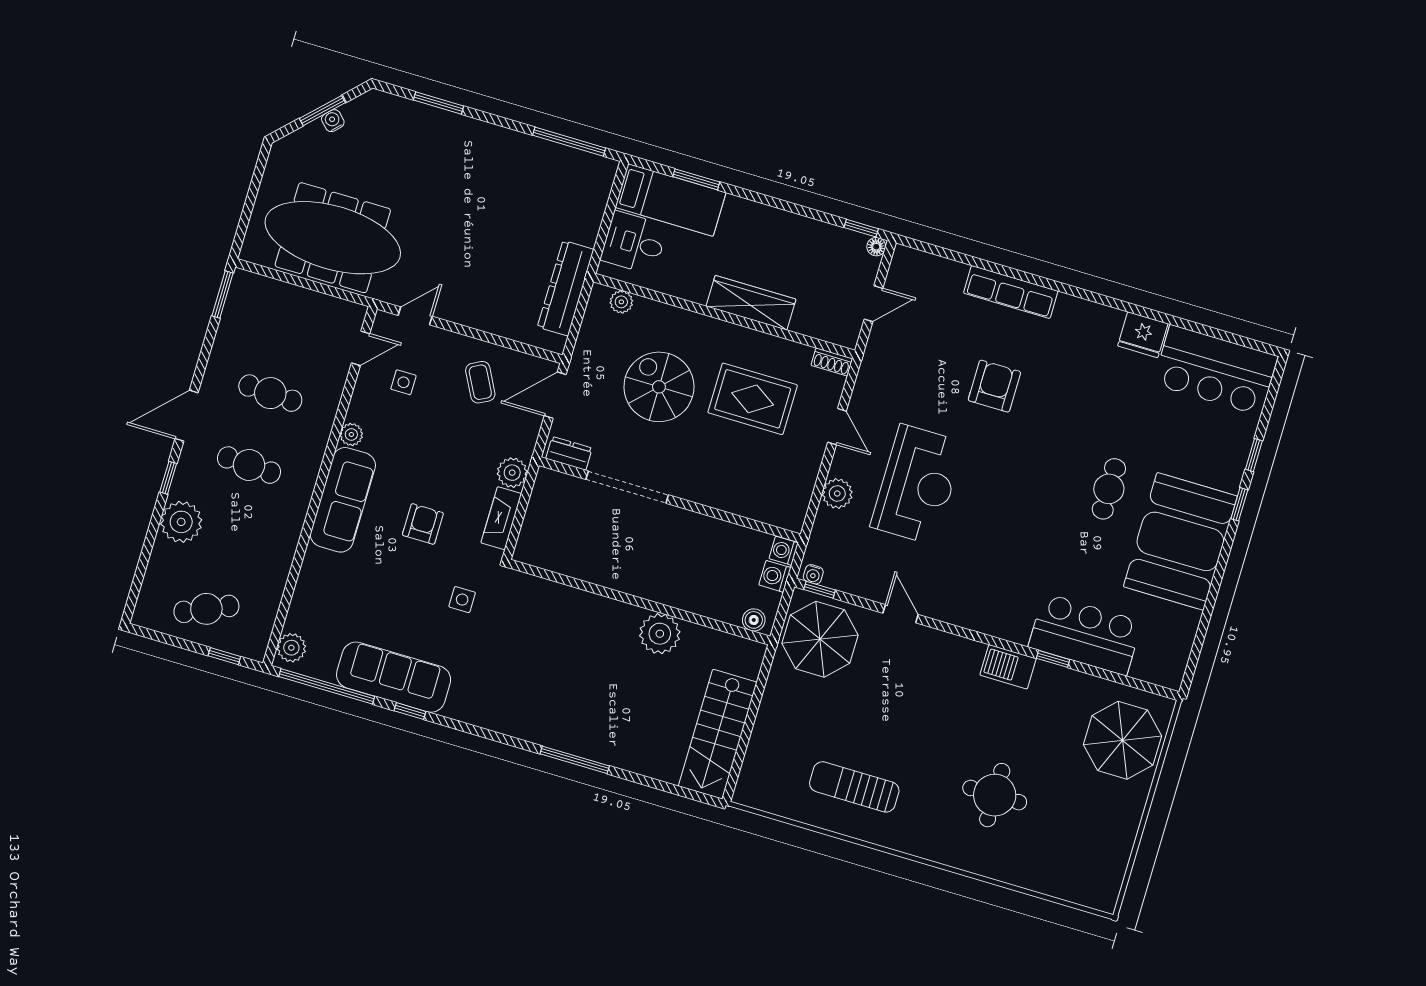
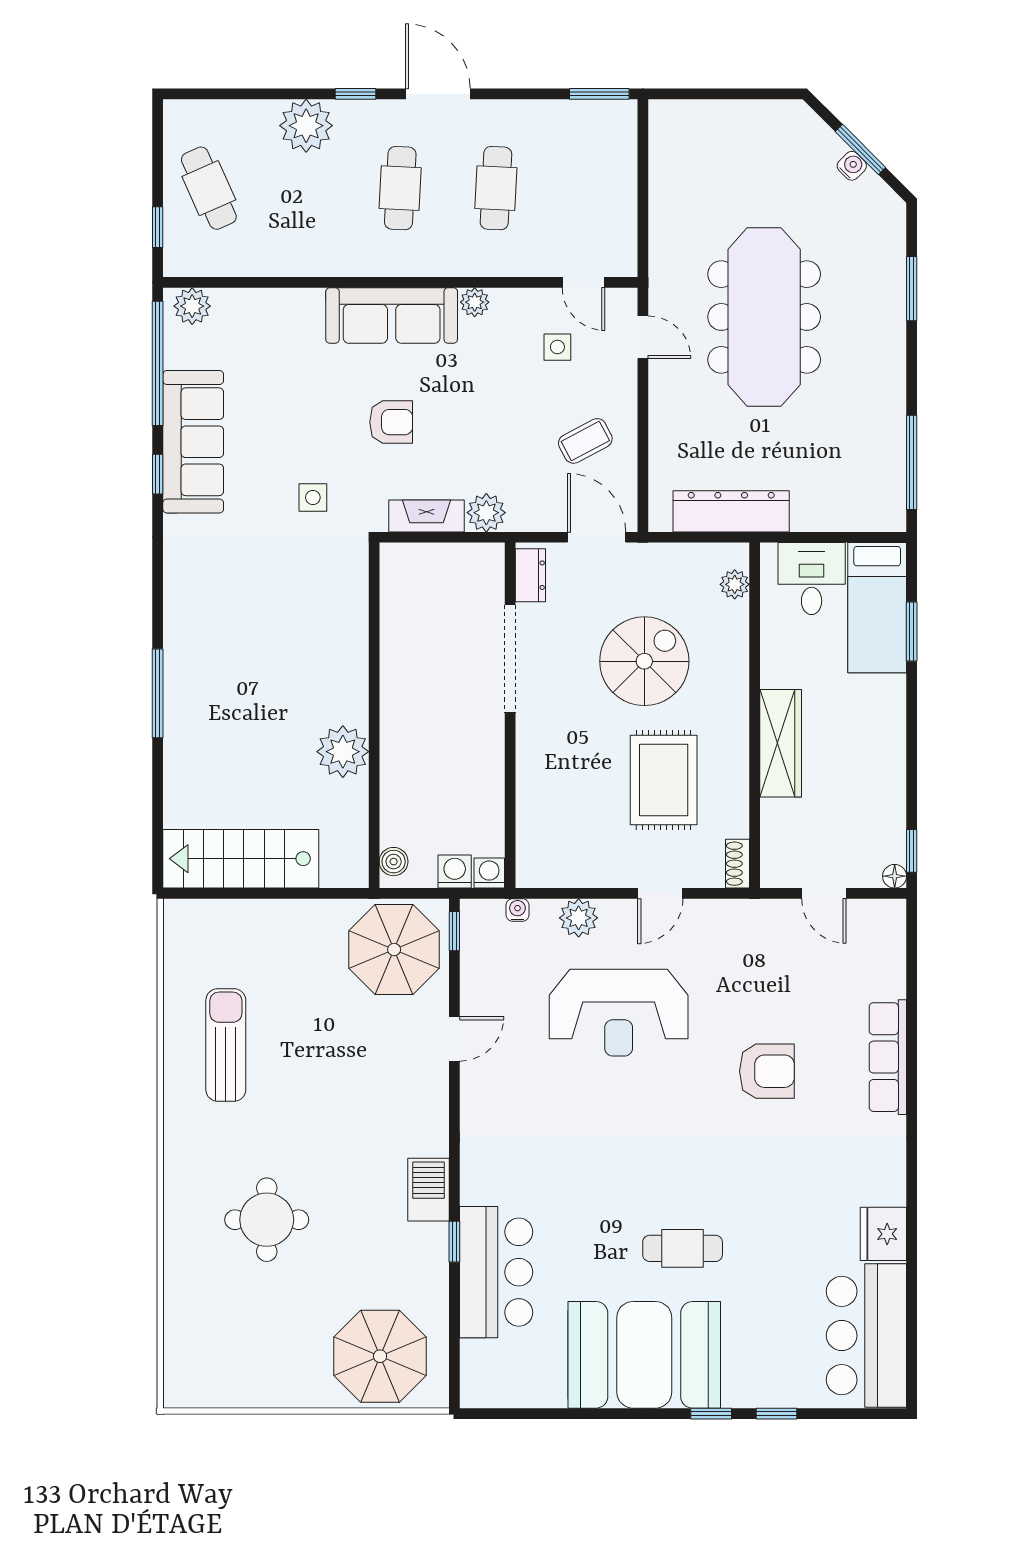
meeting table: (333, 238) -> (764, 317), moved
water cooler: (813, 574) -> (517, 910), moved, turned 90

